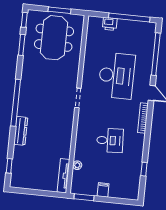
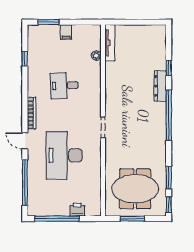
meeting table: (54, 38) -> (135, 189), turned 90
window: (9, 166) -> (169, 68), moved
window: (84, 197) -> (49, 22), moved

